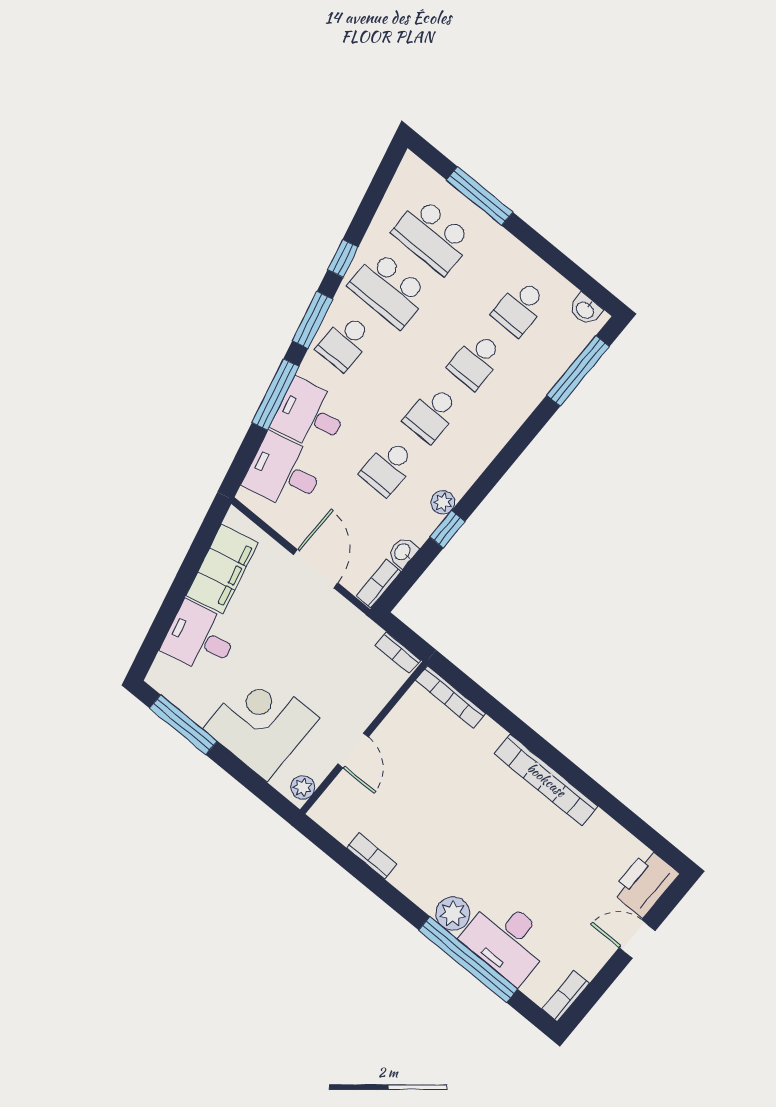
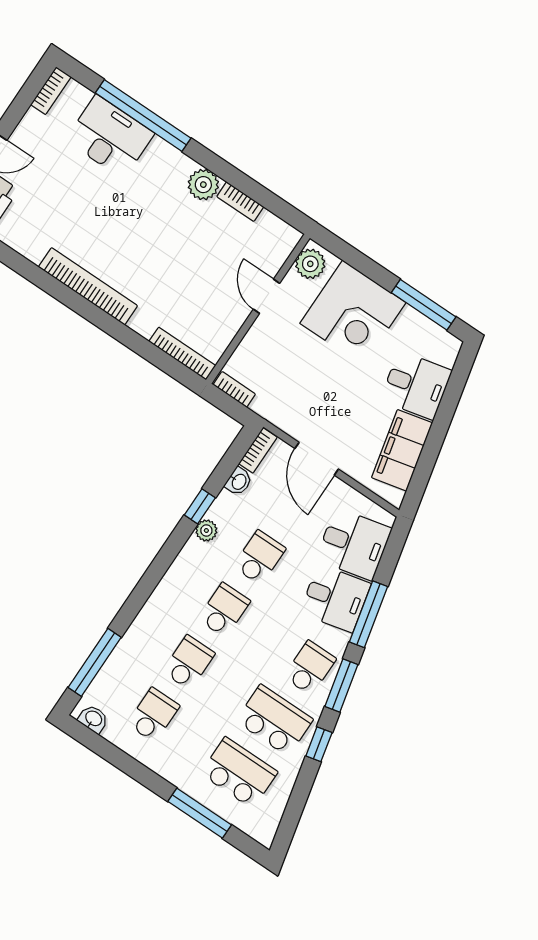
plant: (303, 787) -> (310, 264), width x1.38, depth x1.38
plant: (453, 914) -> (203, 185), moved

